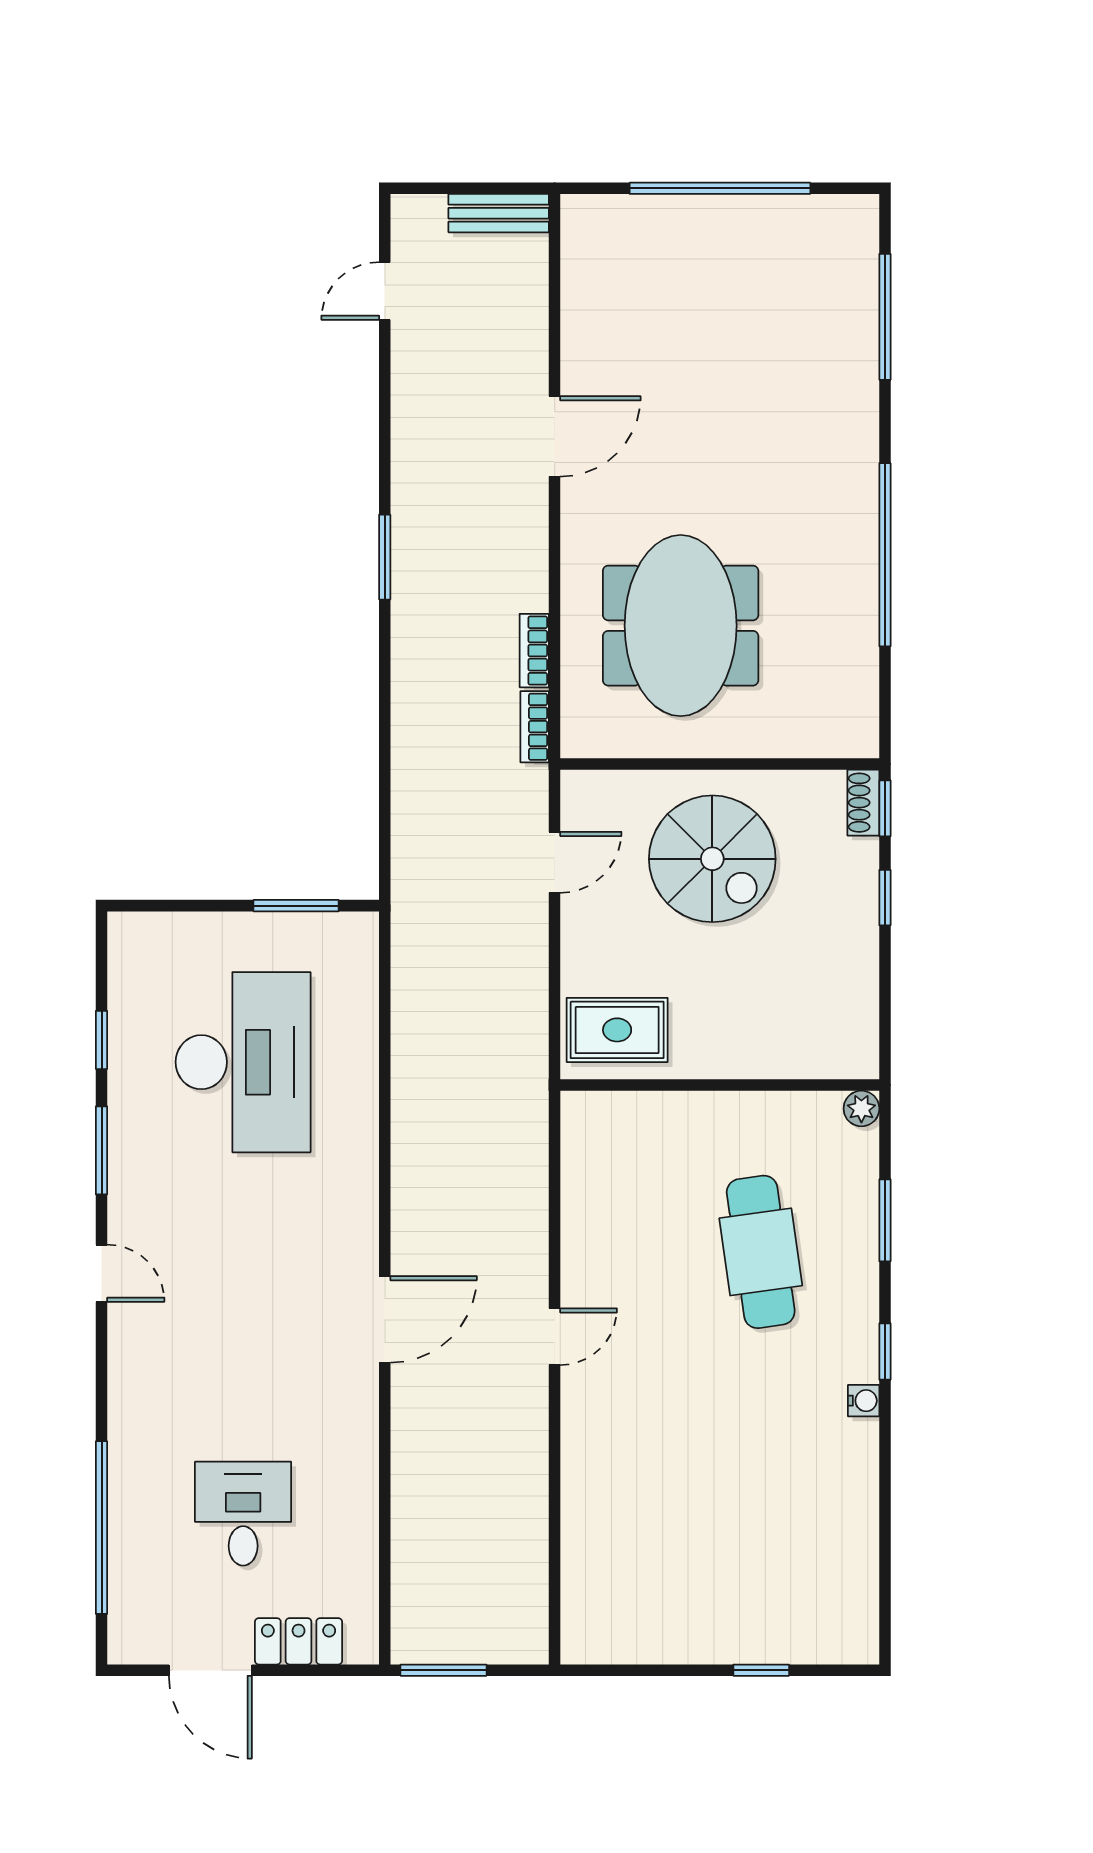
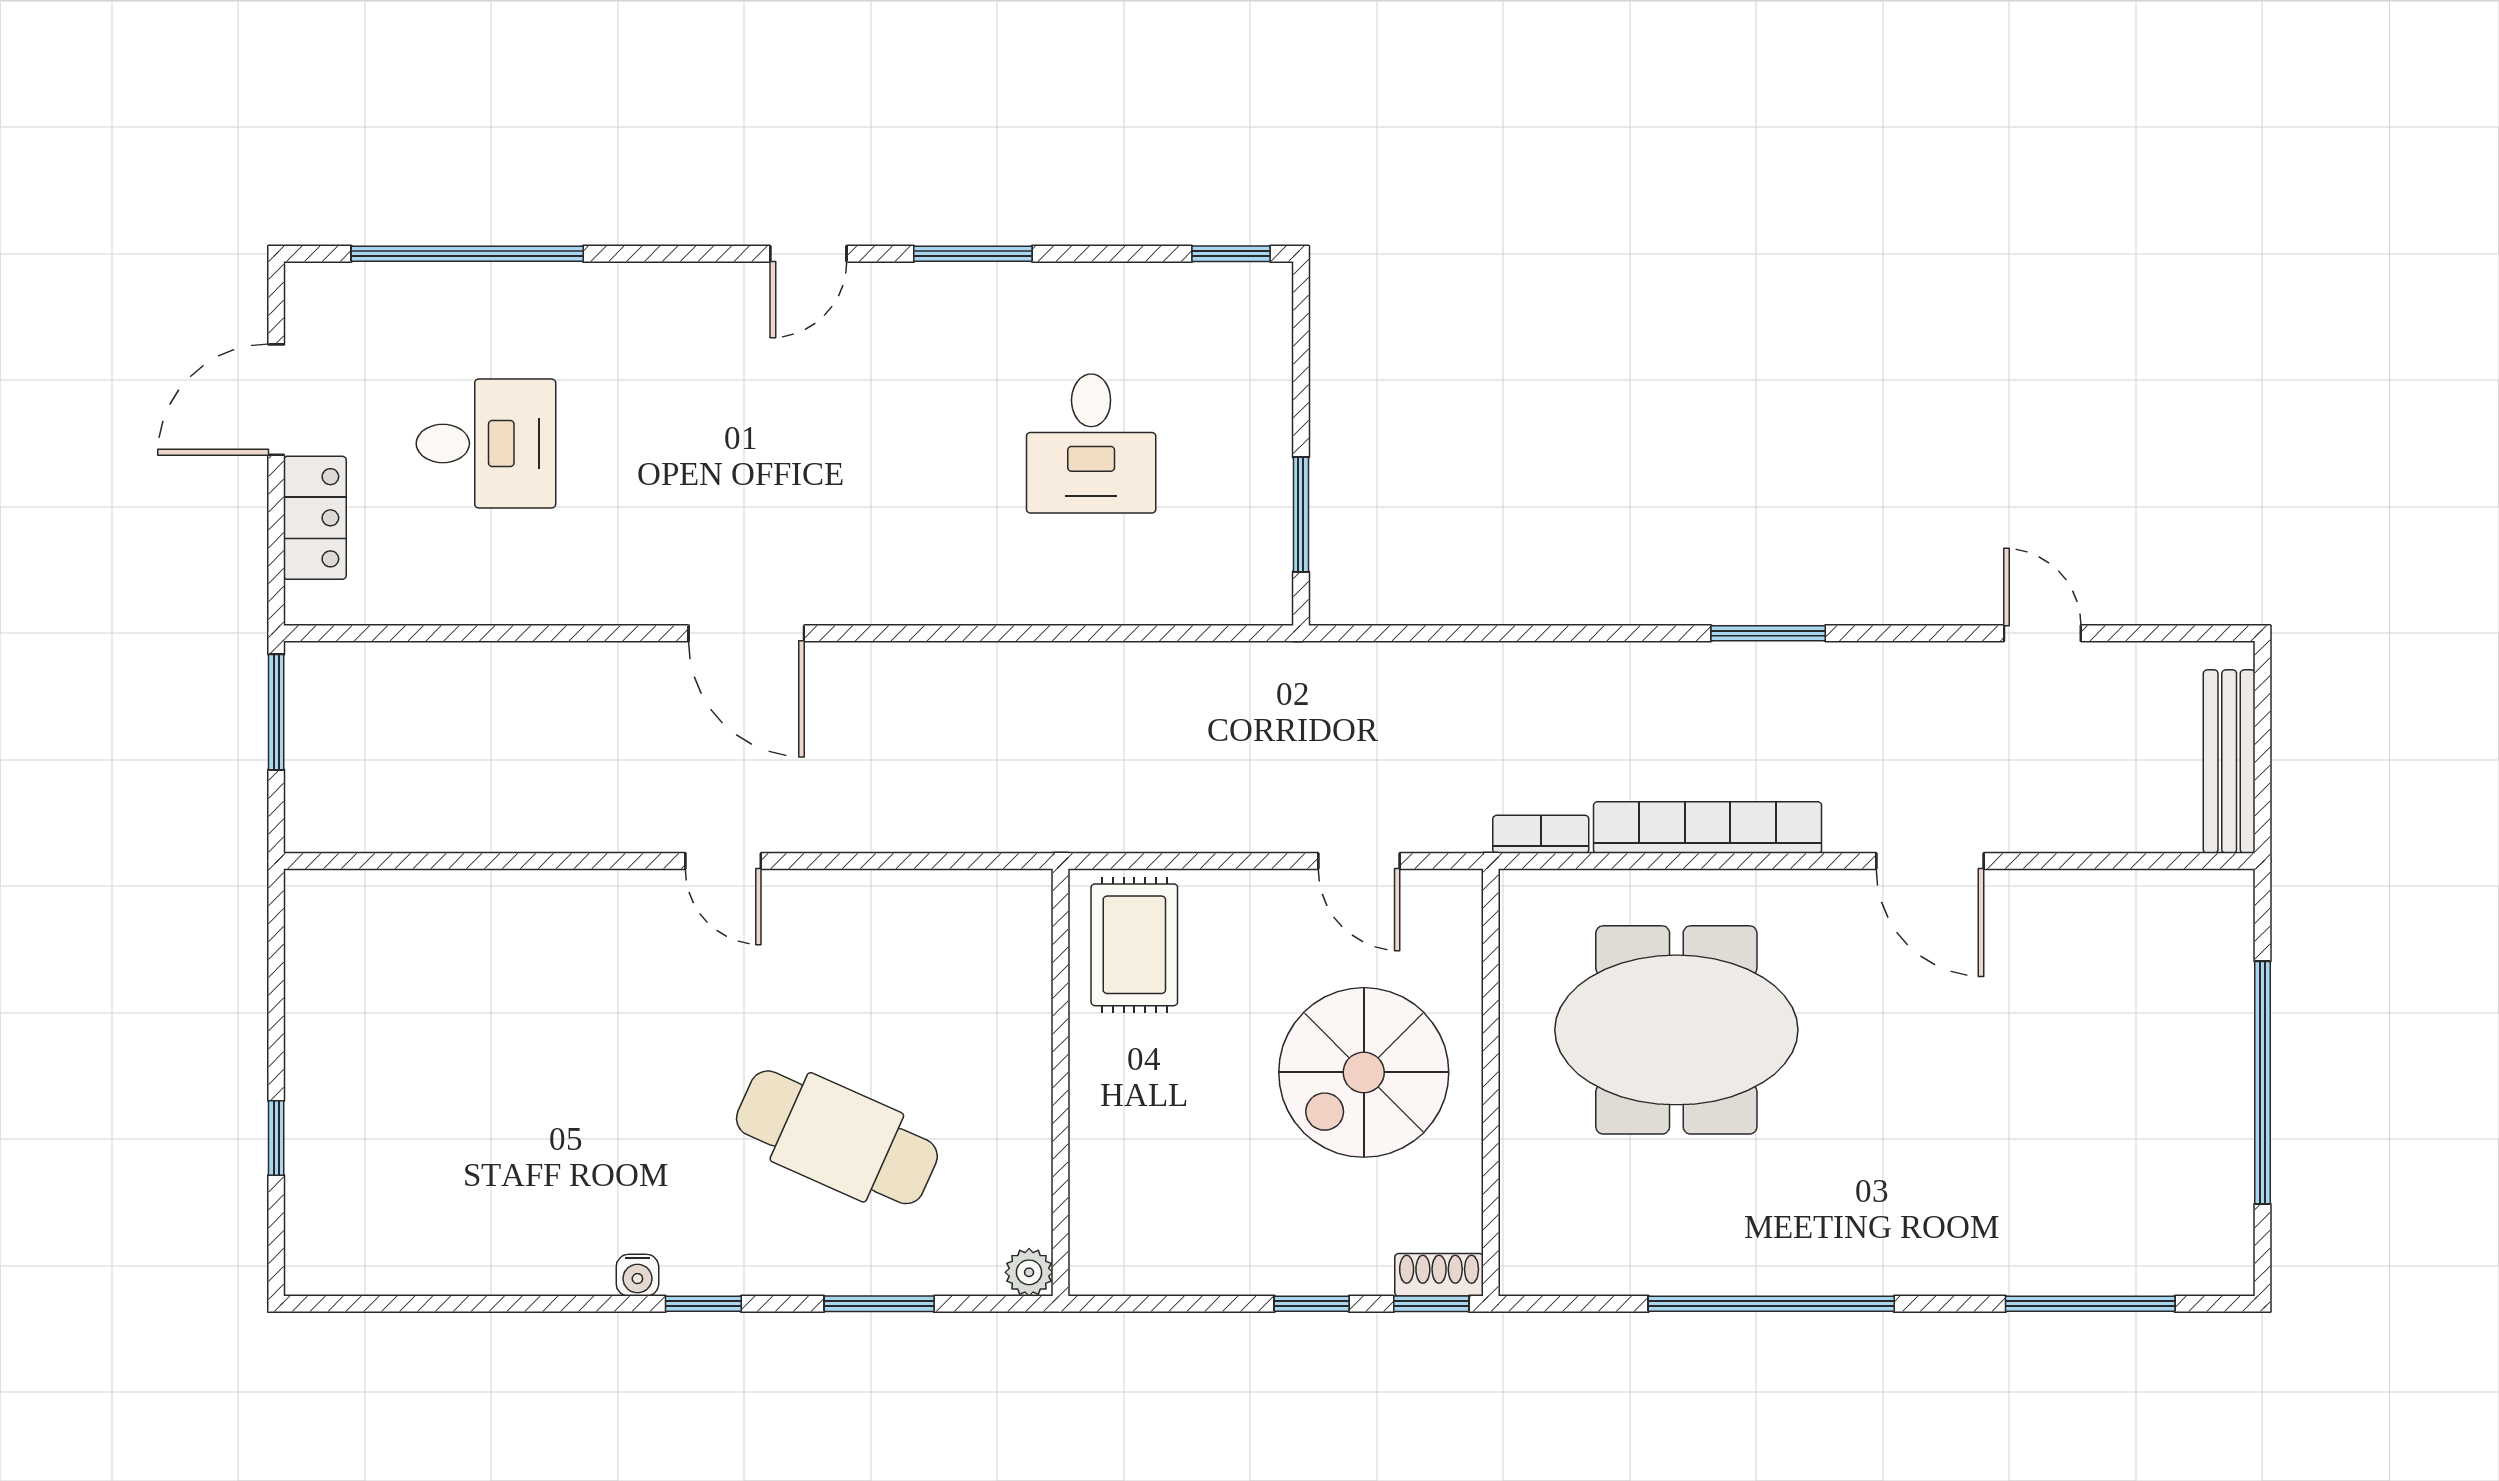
bench: (499, 213) -> (2229, 762), width x1.36
door: (385, 291) -> (2042, 633), moved
bookcase: (534, 651) -> (1708, 828), width x2.31, depth x1.31
window: (102, 1040) -> (1231, 254), moved
desk: (243, 1062) -> (1091, 444), width x0.53, depth x0.77
cafe table: (761, 1252) -> (837, 1137), turned 32

